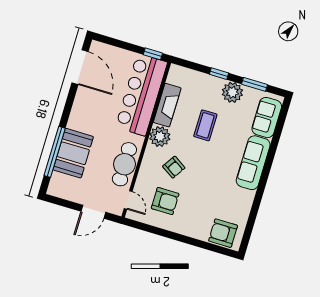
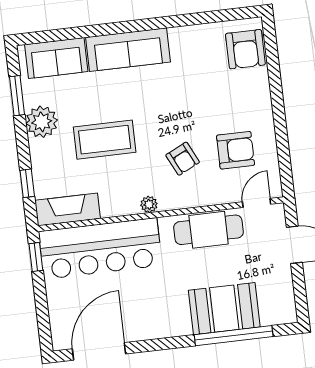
window: (219, 74) -> (27, 183), moved
fireplace: (167, 105) -> (68, 209), moved
coffee table: (205, 125) -> (105, 140), width x1.36, depth x1.32
plant: (160, 137) -> (149, 204), width x0.53, depth x0.53
armchair: (174, 167) -> (183, 159), turned 121
armchair: (165, 201) -> (236, 150), turned 90

